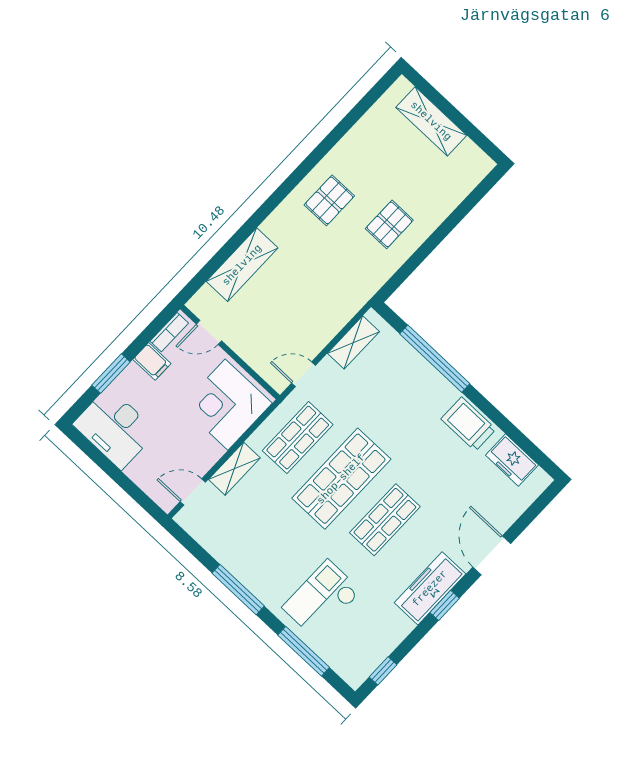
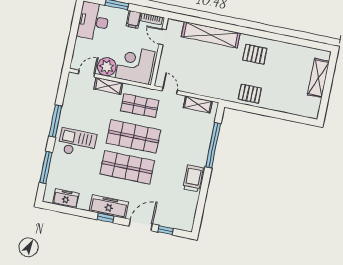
pallet: (389, 224) -> (250, 94), moved
shelving: (242, 265) -> (211, 35), width x1.47
plant: (202, 452) -> (107, 67), added
freezer: (512, 460) -> (66, 199), moved, turned 90
door: (193, 492) -> (87, 74), hinge flipped
shop shelf: (385, 520) -> (127, 167), width x1.43, depth x1.36
checkout: (322, 599) -> (77, 143), moved
window: (383, 671) -> (166, 230), moved

